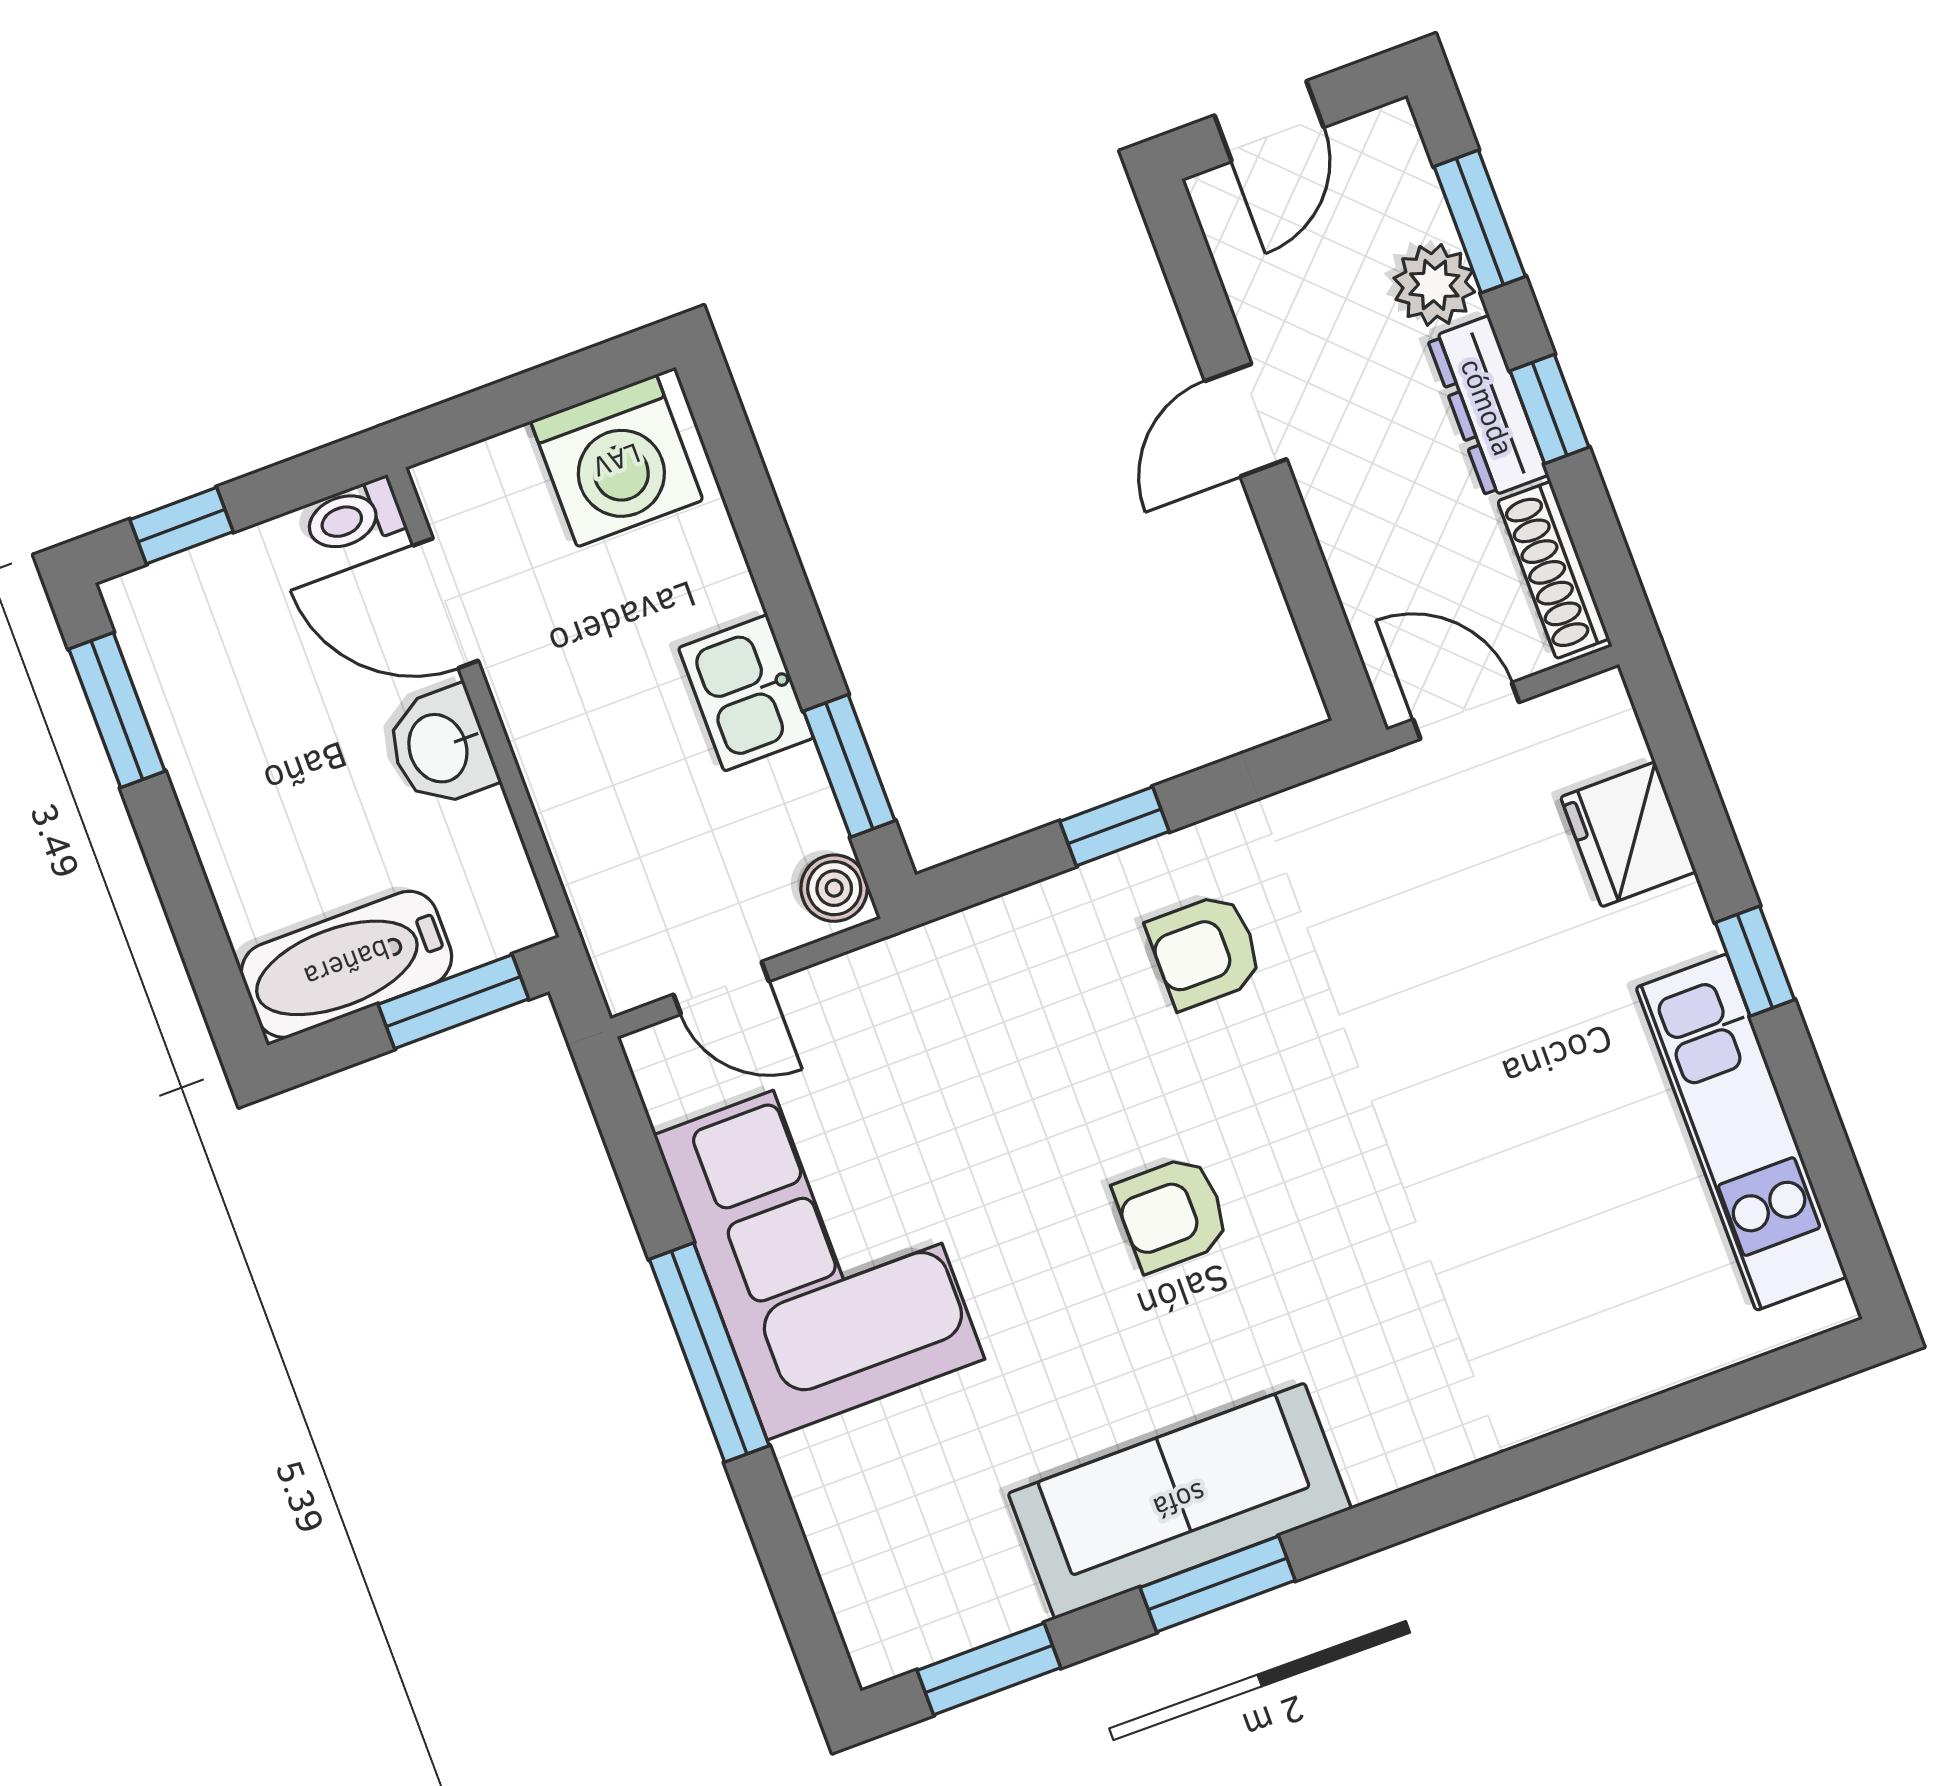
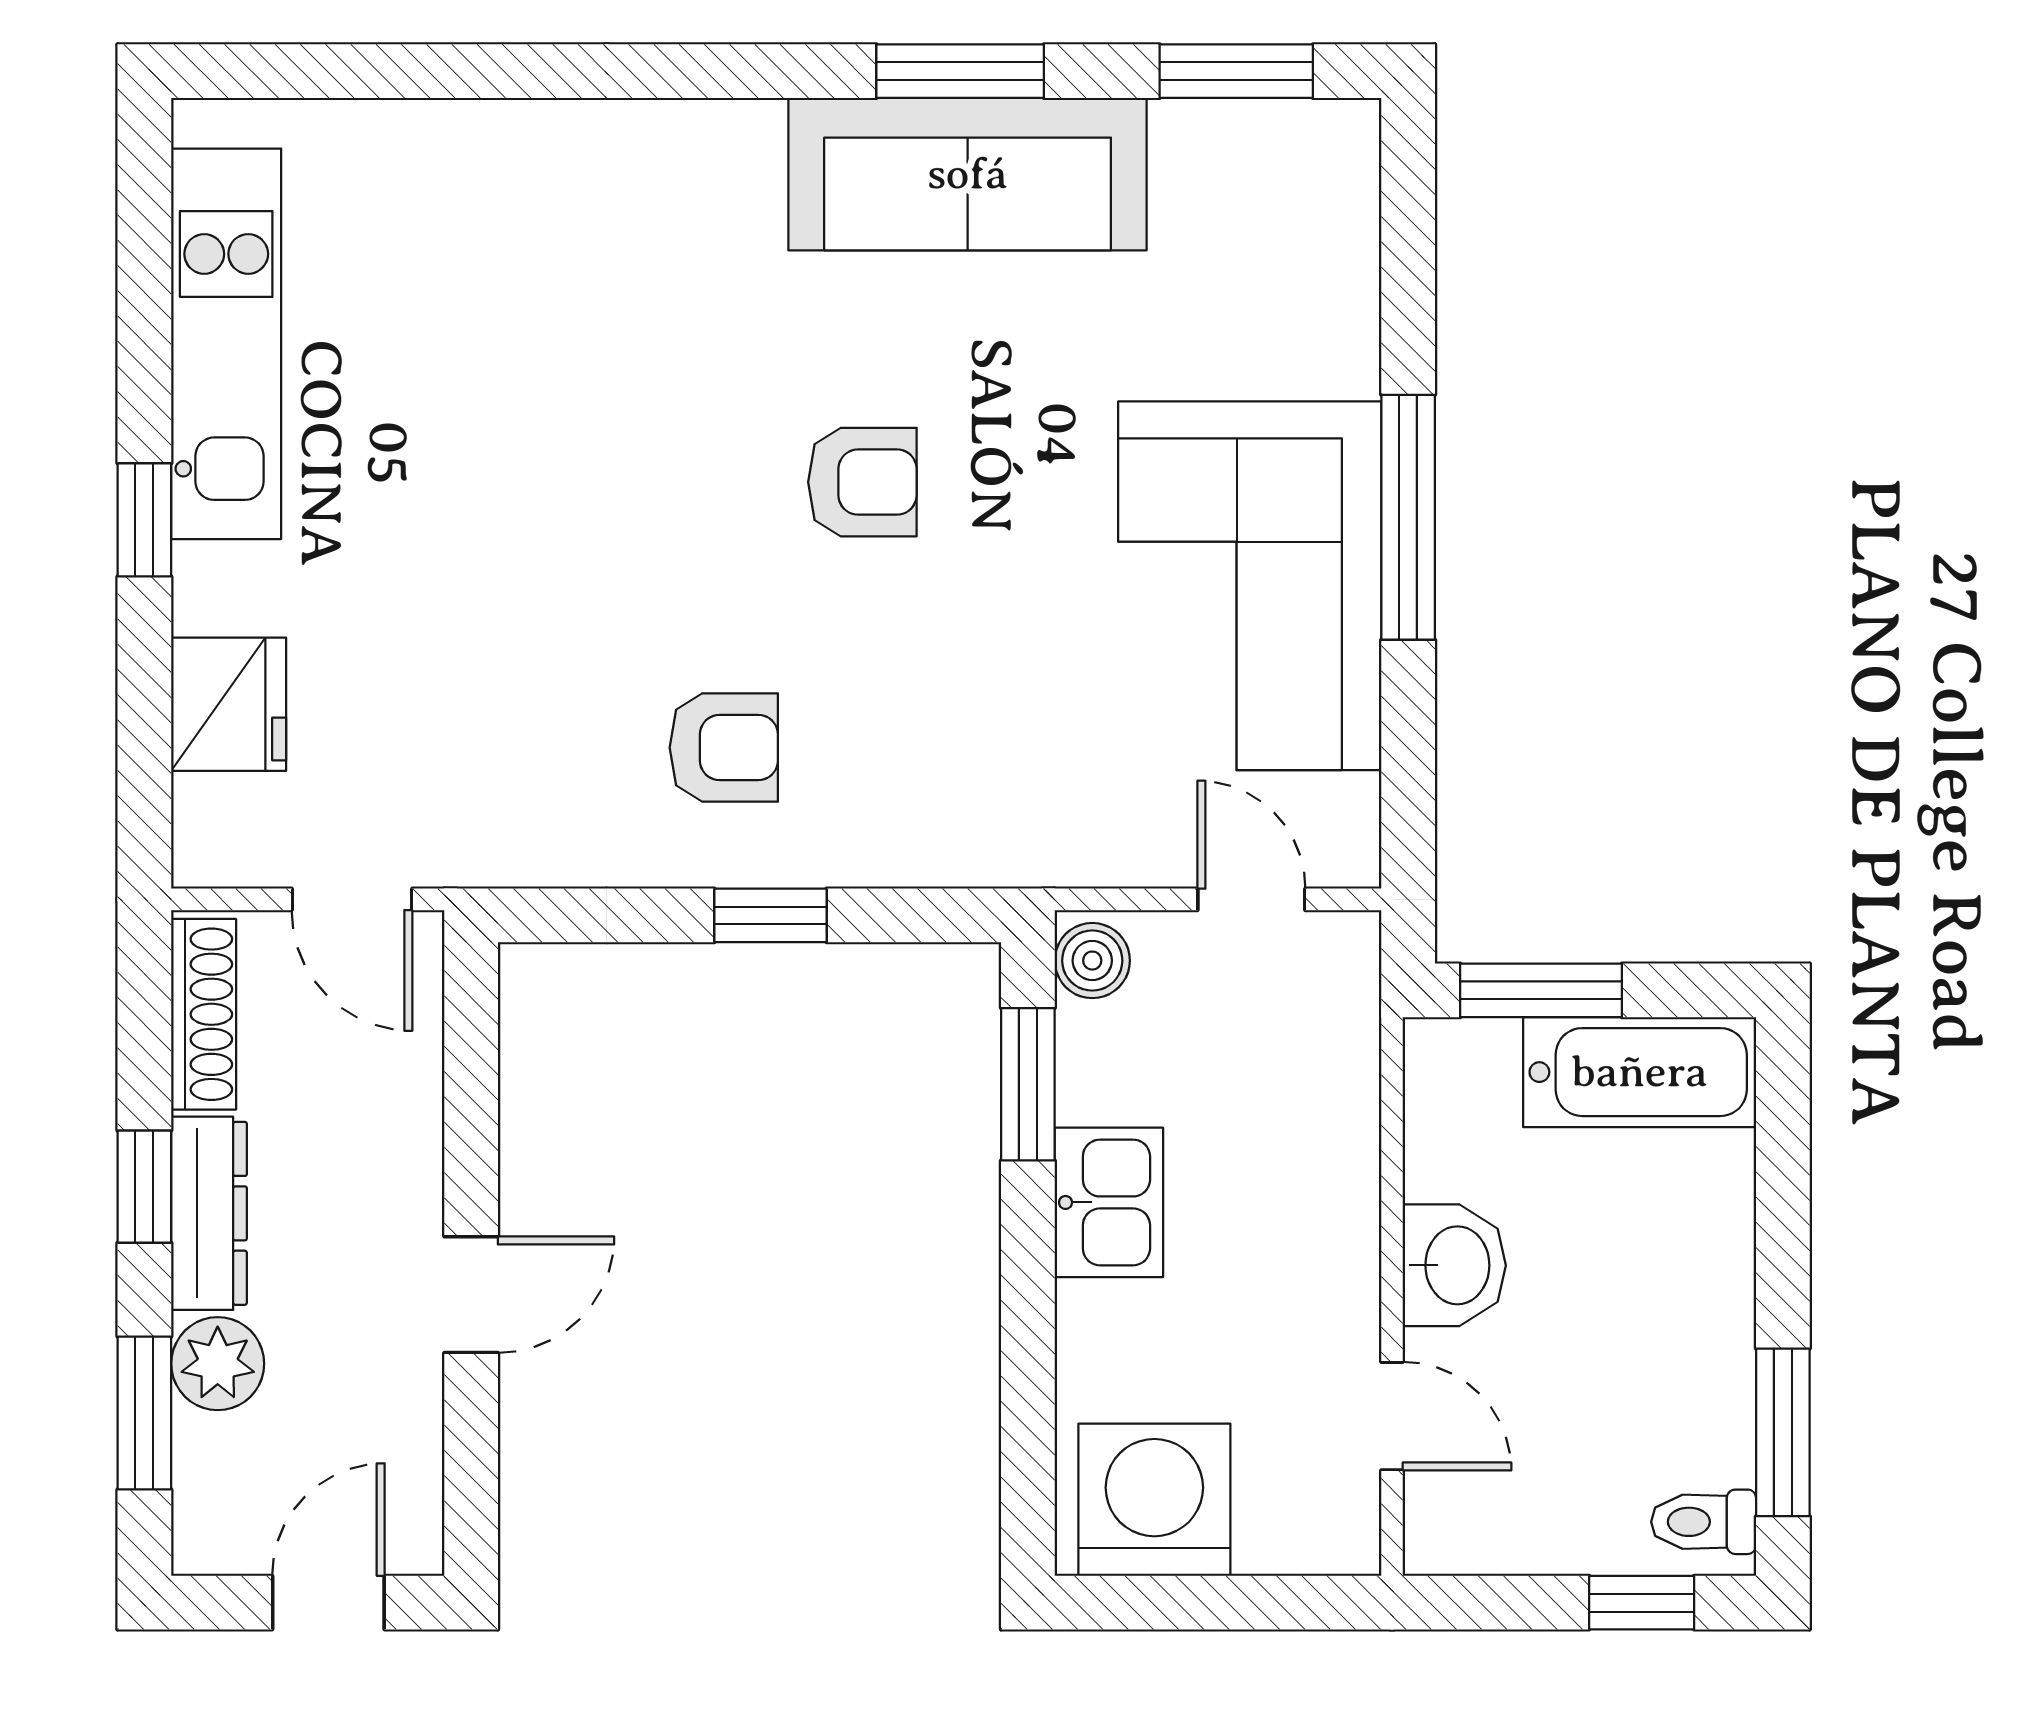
toilet: (354, 517) -> (1704, 1522), moved, turned 180
door: (446, 603) -> (1392, 1416), width x0.73

